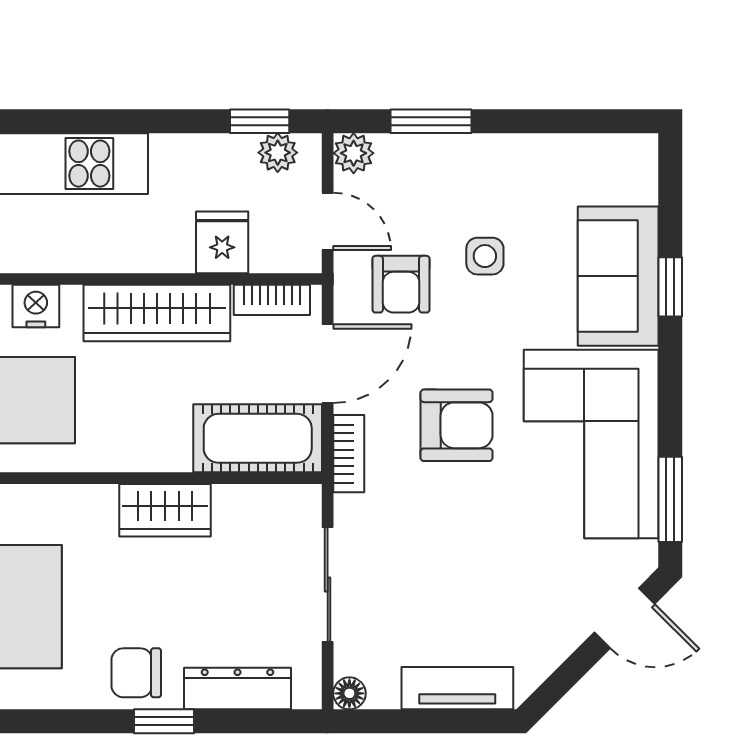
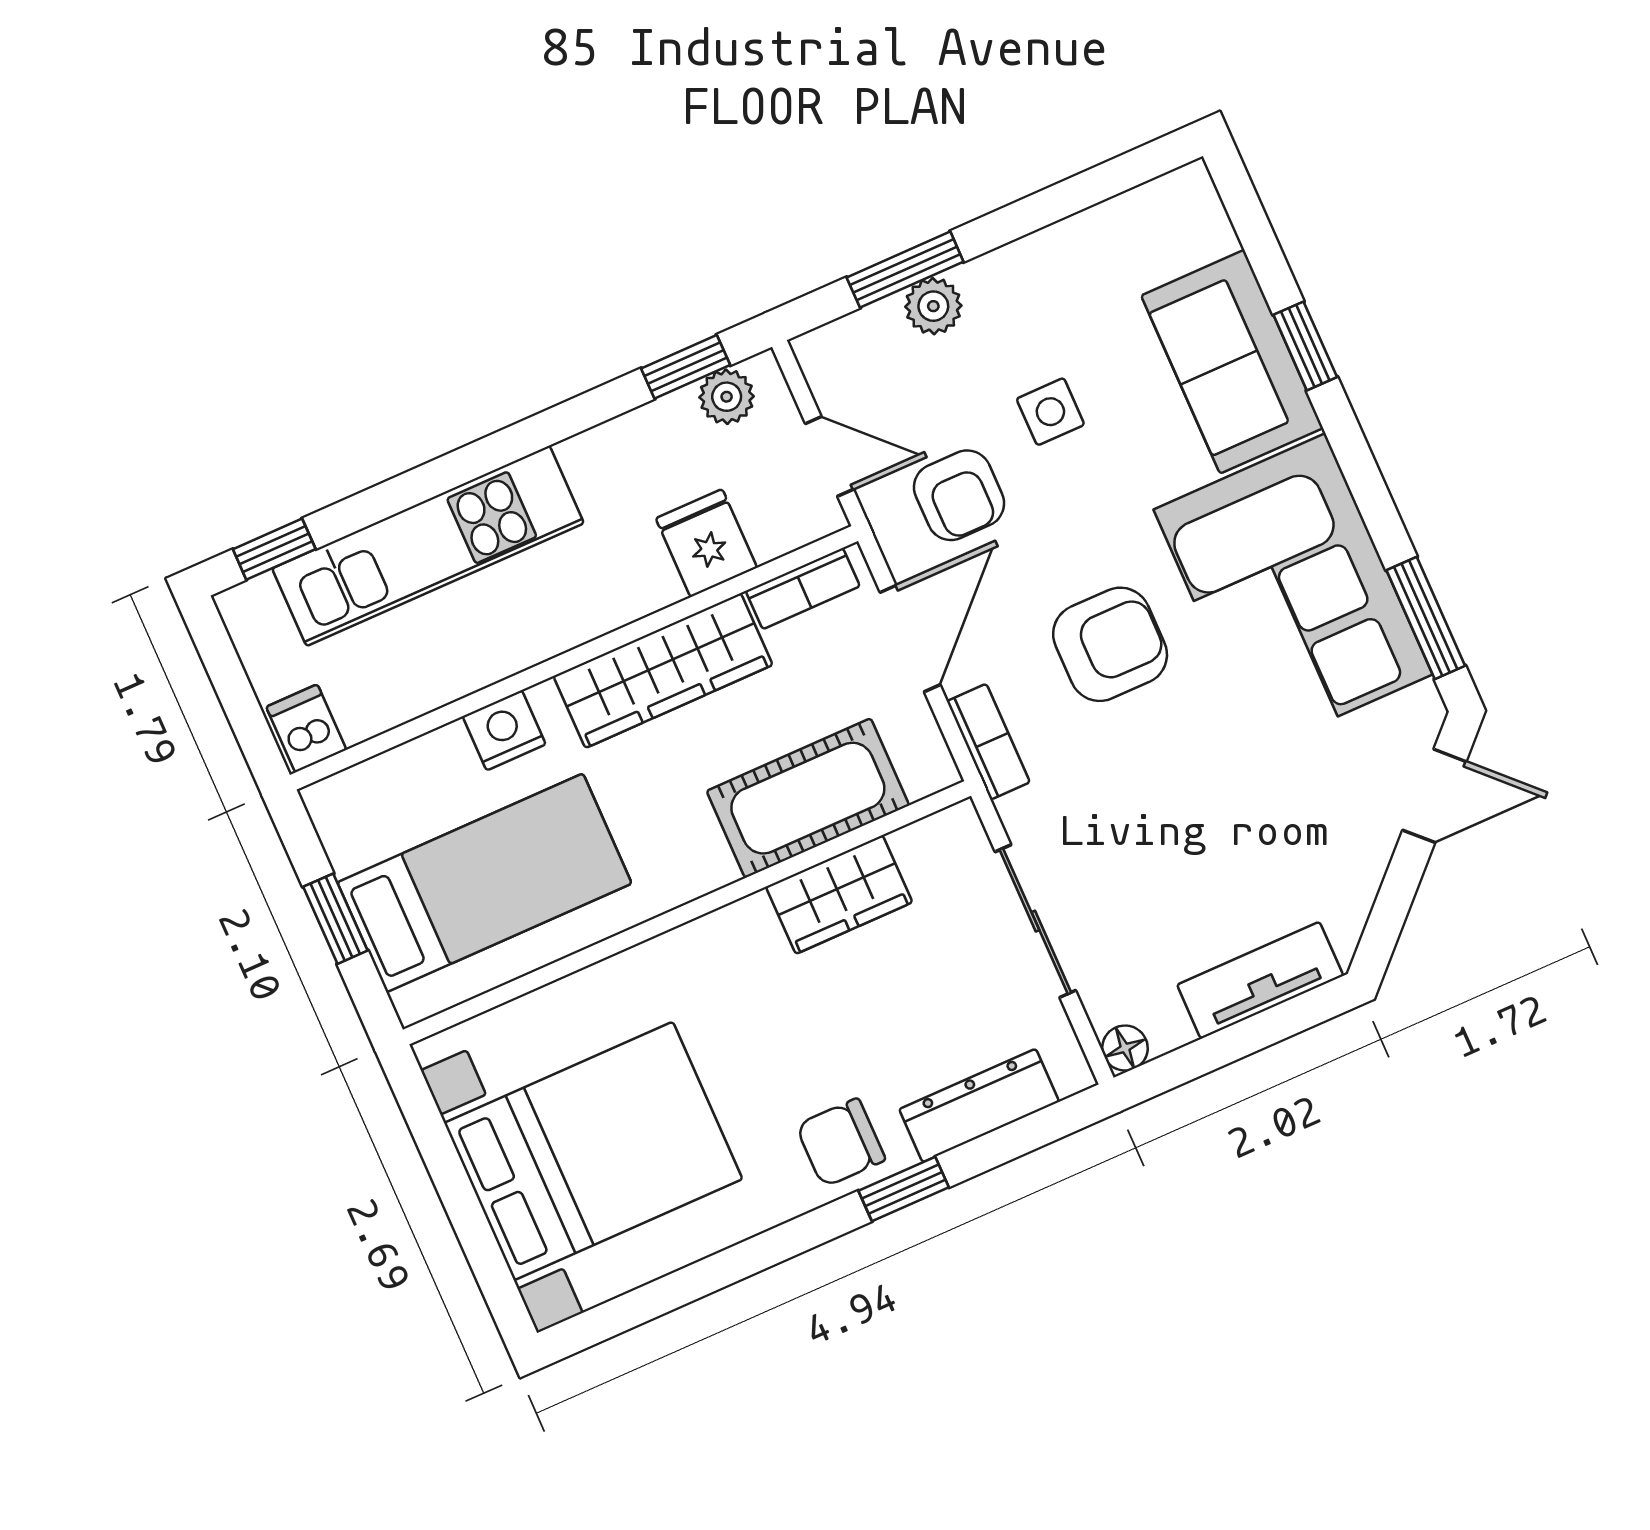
plant: (354, 153) -> (933, 306), moved
cot: (258, 438) -> (808, 798), moved
wardrobe: (165, 510) -> (839, 894), moved

